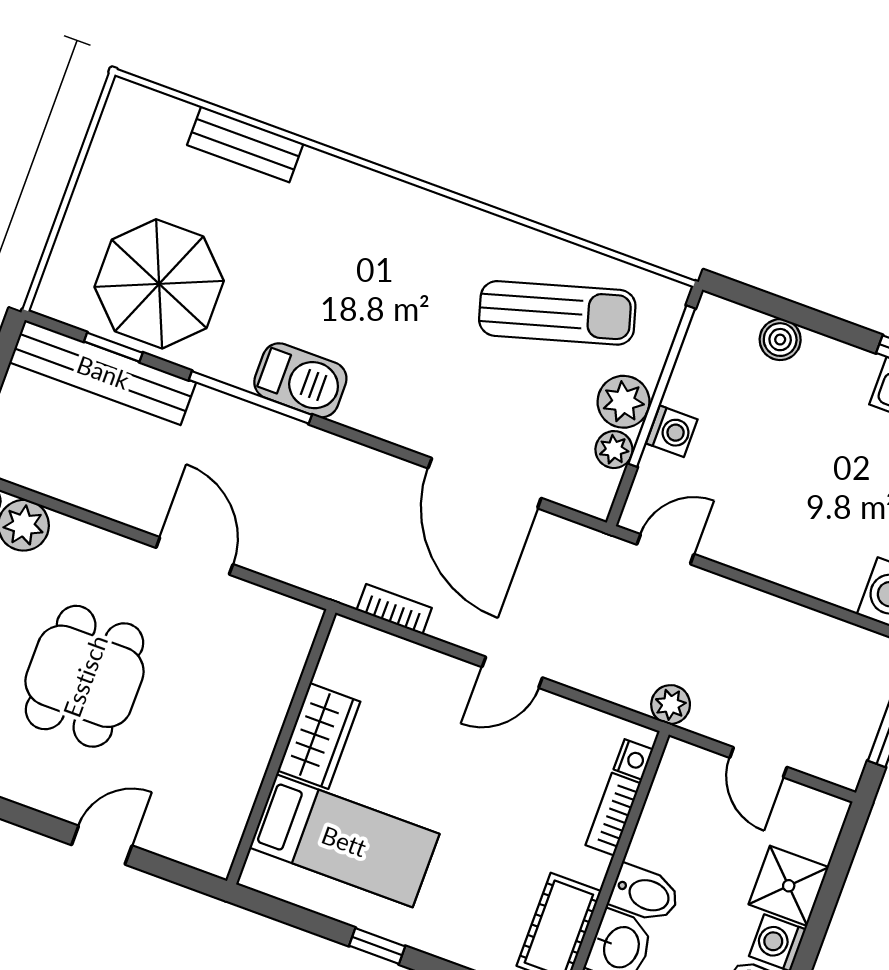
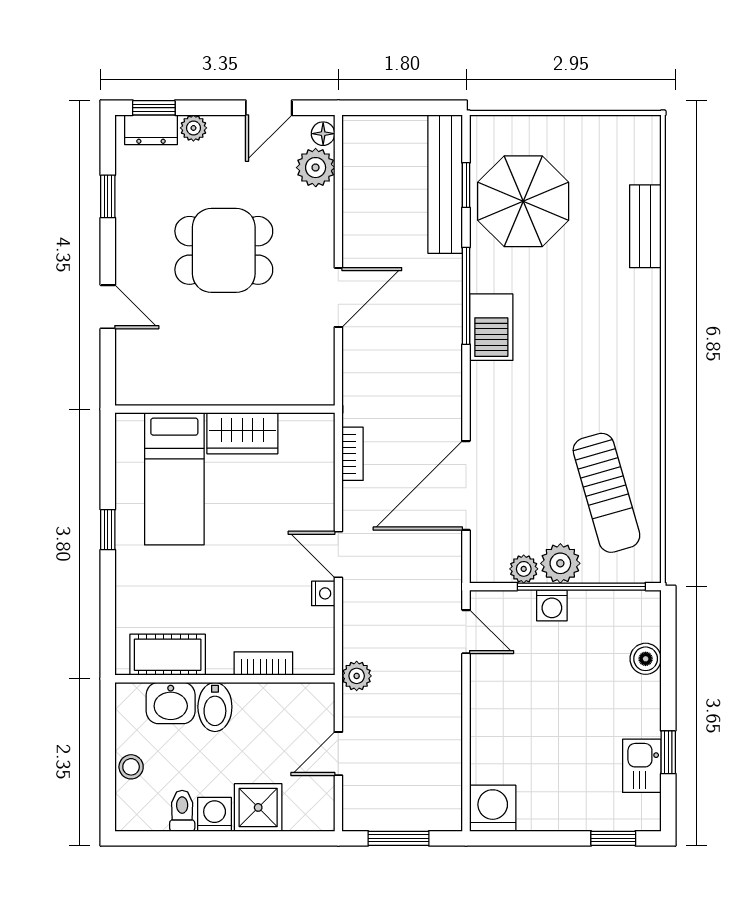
nightstand: (633, 759) -> (323, 593), moved, turned -90

